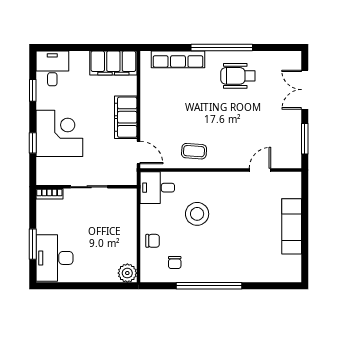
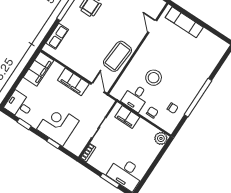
row of seats: (178, 59) -> (57, 36), width x0.68
coffee table: (194, 151) -> (117, 56), width x1.86, depth x1.72
door: (138, 153) -> (98, 88), hinge flipped
desk: (157, 188) -> (136, 98), moved
filing cabinet: (126, 213) -> (127, 117), added
exam couch: (292, 226) -> (184, 22), moved

